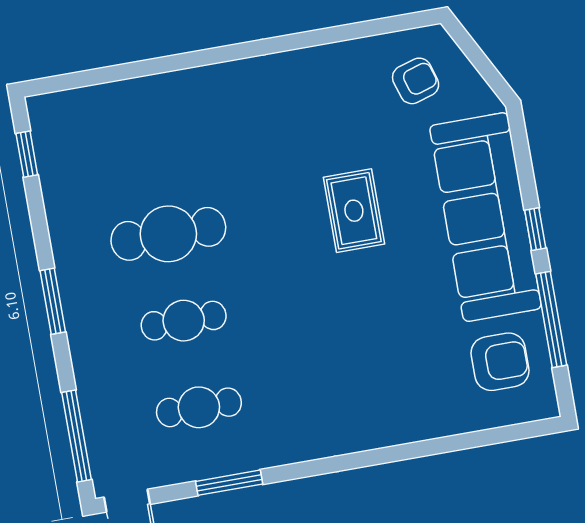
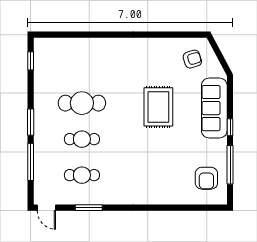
rug: (354, 211) -> (158, 107), width x1.36, depth x1.43
sofa: (486, 217) -> (214, 108), width x0.74, depth x0.79
armchair: (500, 362) -> (206, 178), turned 90
window: (77, 436) -> (31, 162), moved

